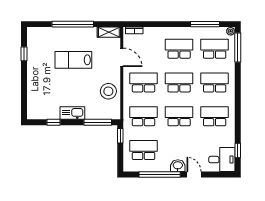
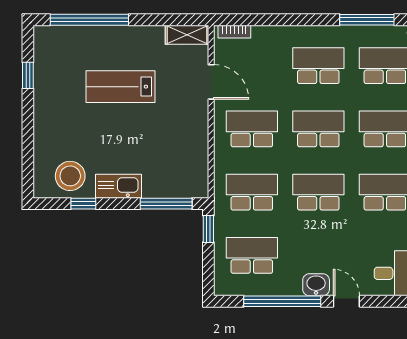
window: (73, 24) -> (89, 20), moved
stool: (108, 91) -> (70, 176), moved

